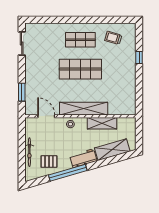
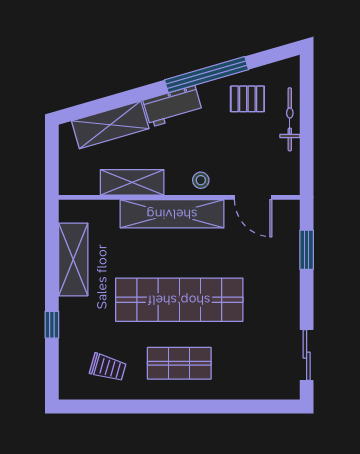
shop shelf: (80, 69) -> (179, 300), width x1.40
shelving: (129, 88) -> (73, 259), added

